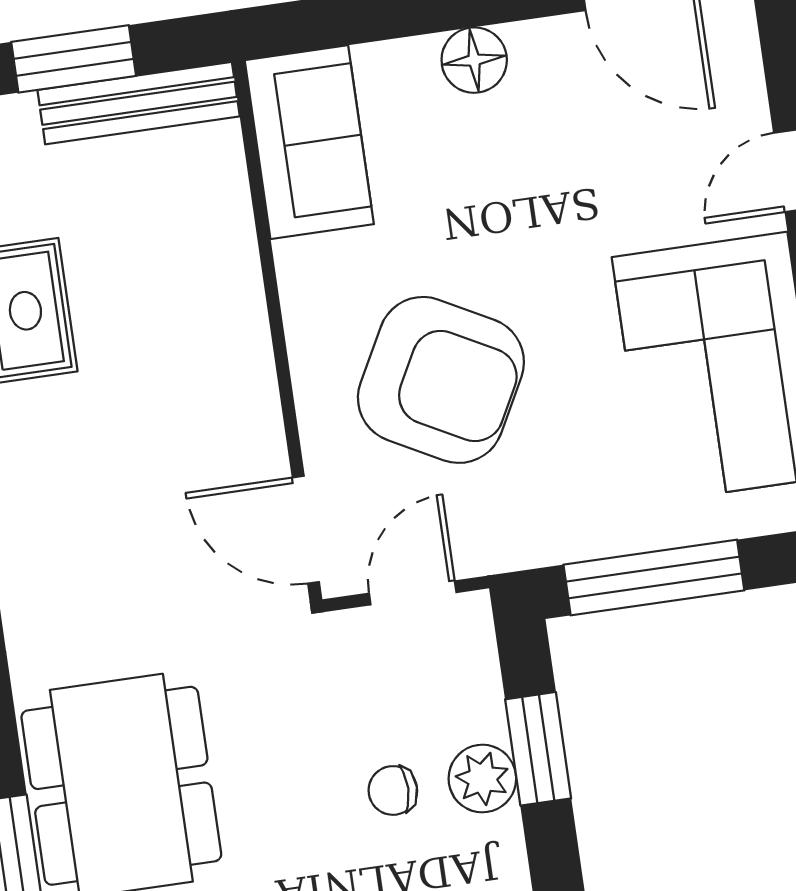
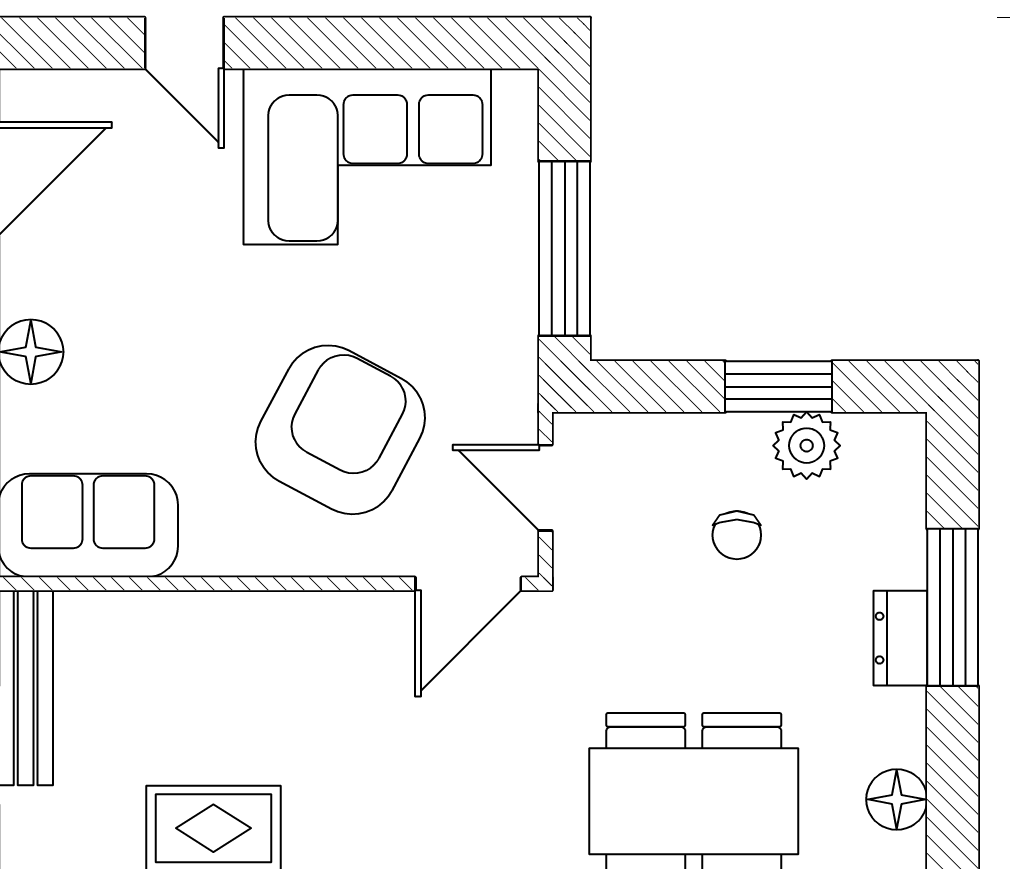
window: (538, 749) -> (779, 387), moved
plant: (482, 779) -> (807, 446), moved

